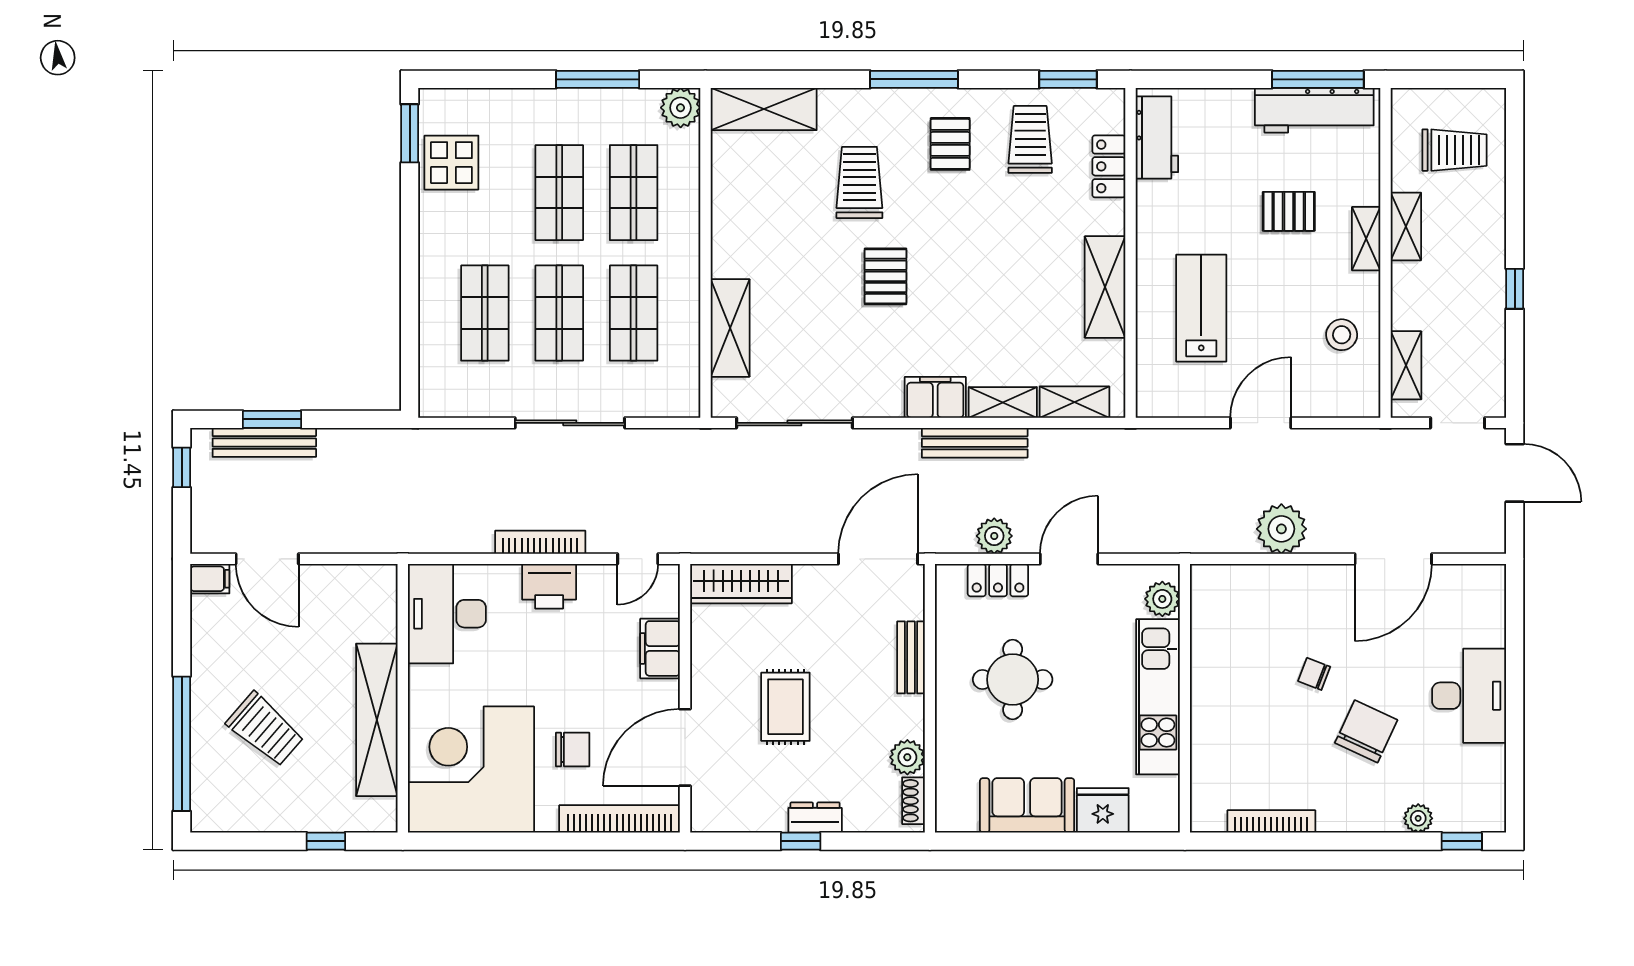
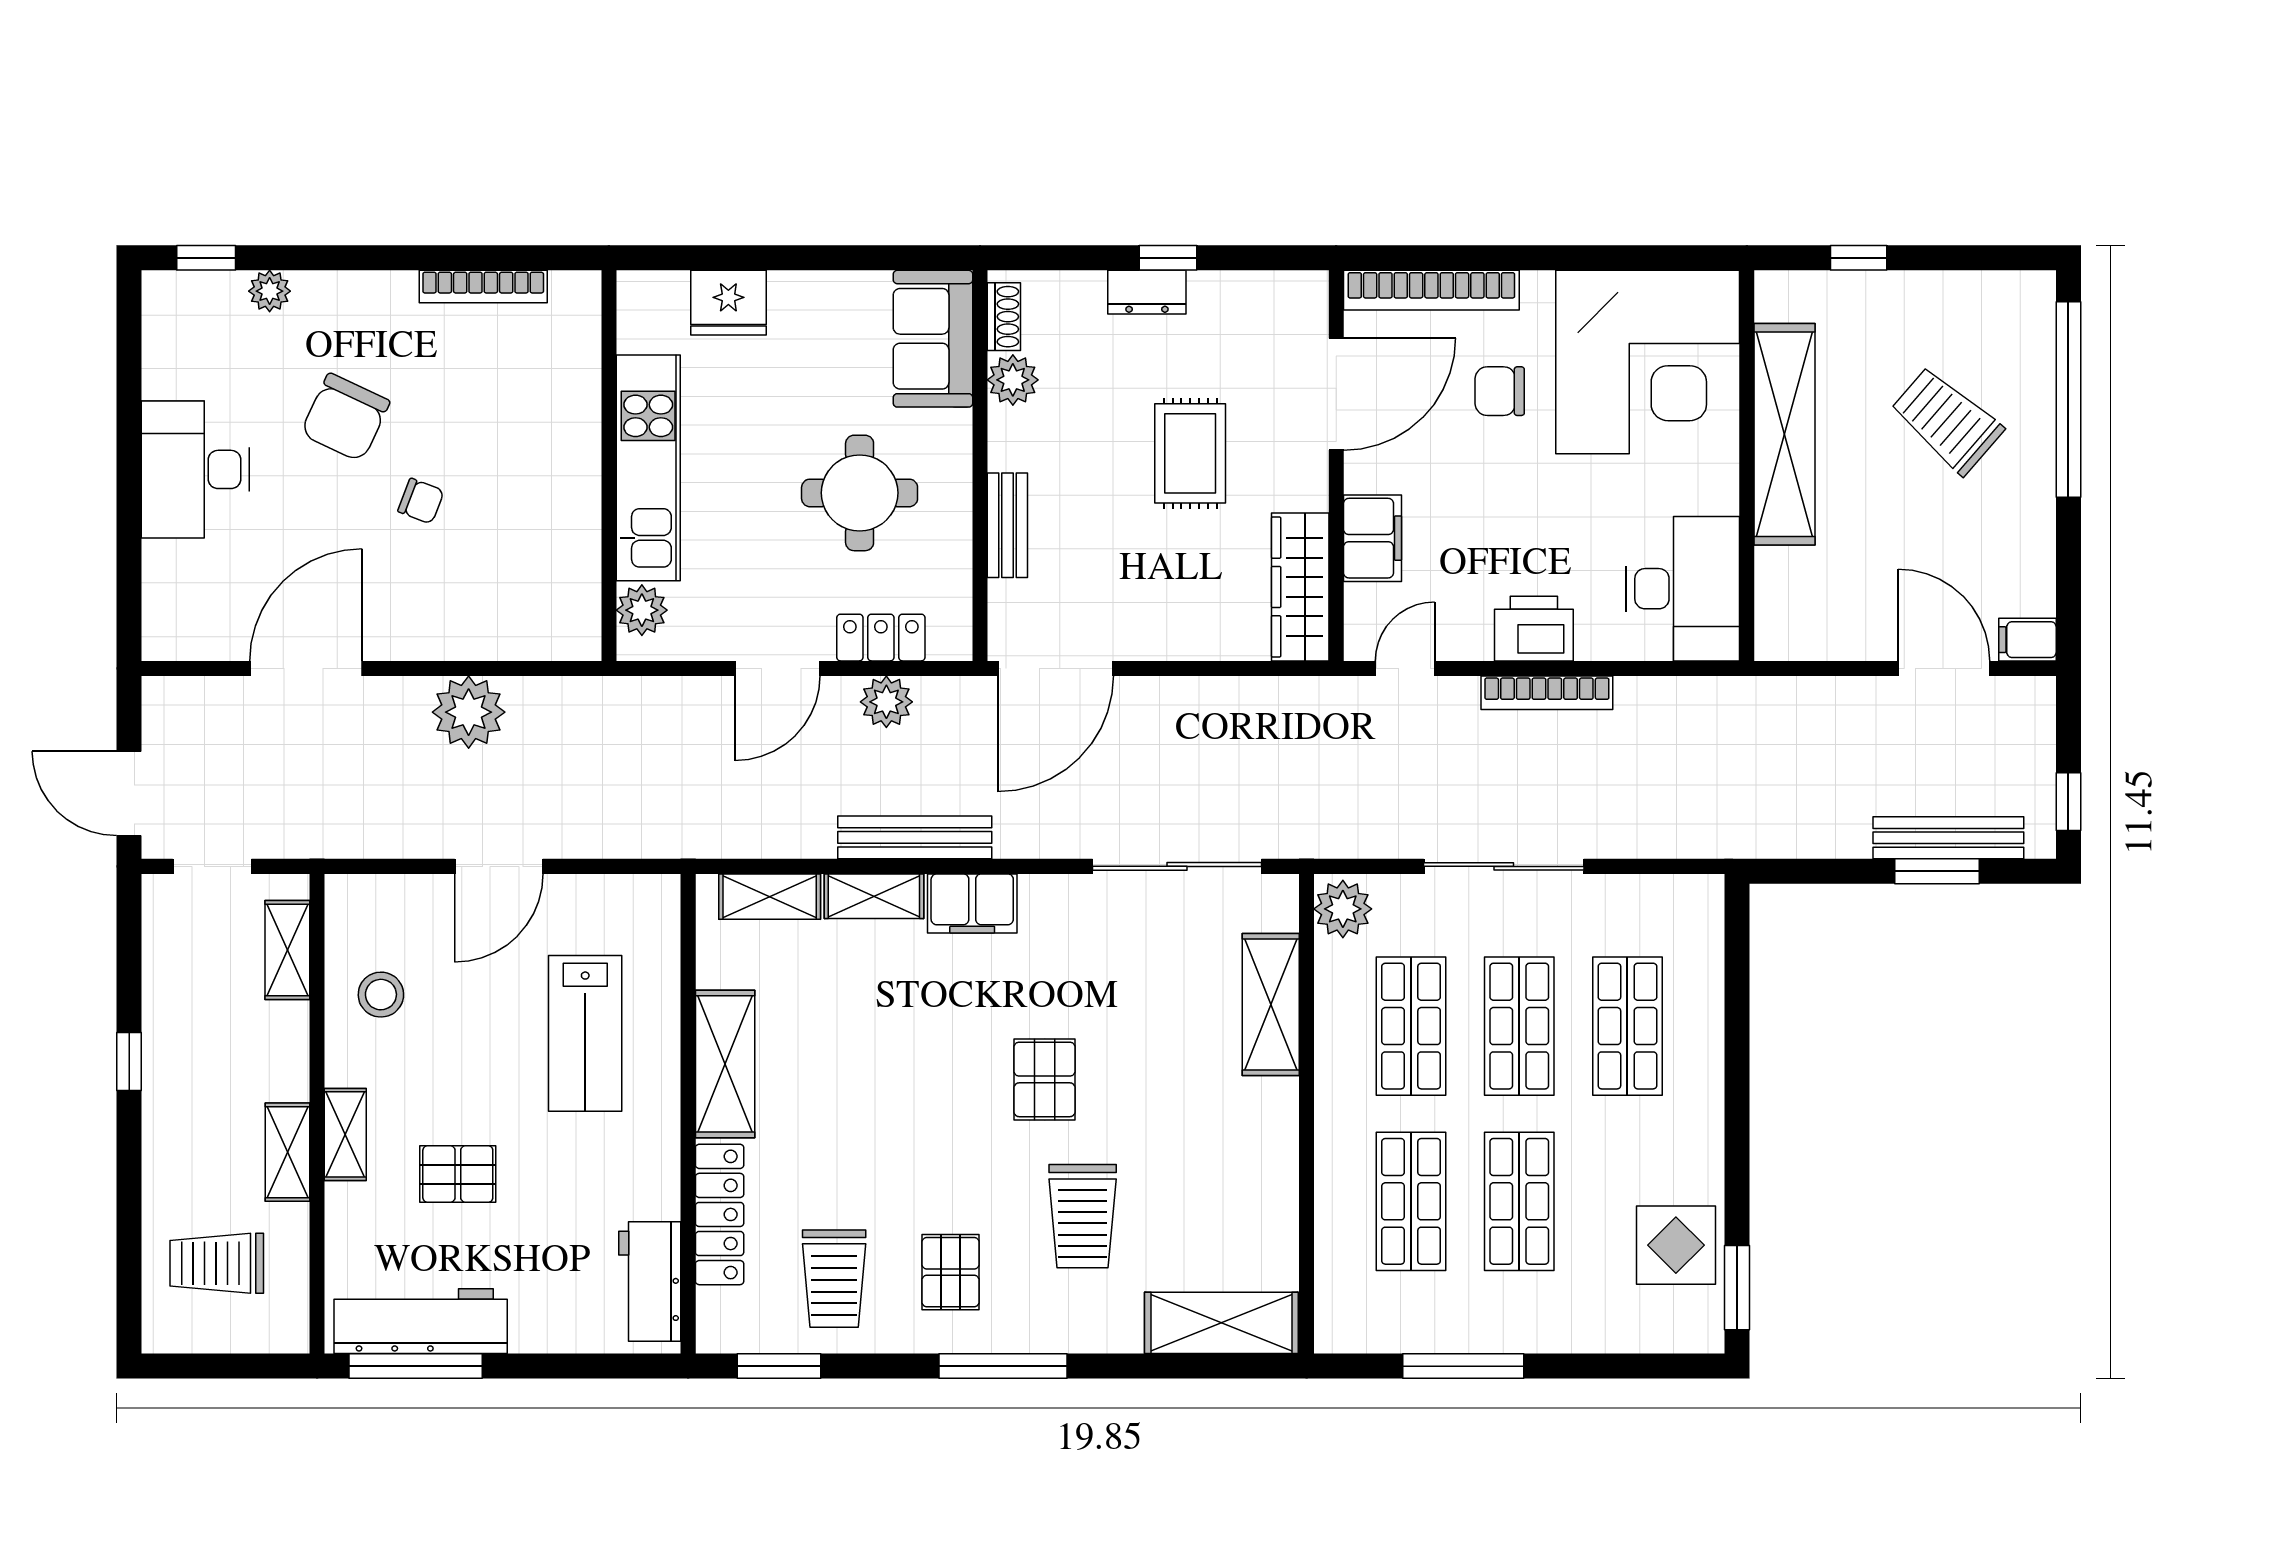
plant: (681, 108) -> (1343, 909), moved
locker: (1109, 166) -> (720, 1214), width x1.53
wardrobe: (741, 584) -> (1300, 587), moved, turned -90
sofa: (1027, 805) -> (933, 339), moved, turned 90

